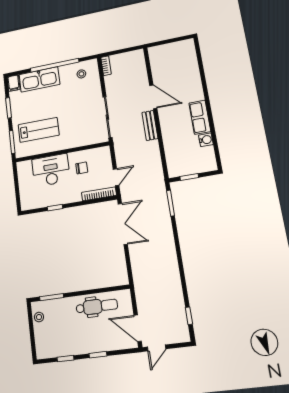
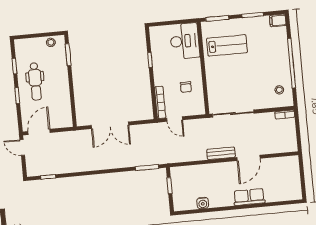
kitchen sink: (39, 79) -> (279, 47), removed
row of seats: (200, 117) -> (249, 197), moved
lab bench: (39, 130) -> (227, 45), turned -90
desk: (51, 170) -> (185, 41), moved
double door: (123, 224) -> (110, 125), moved
dental chair: (97, 306) -> (35, 81), moved

